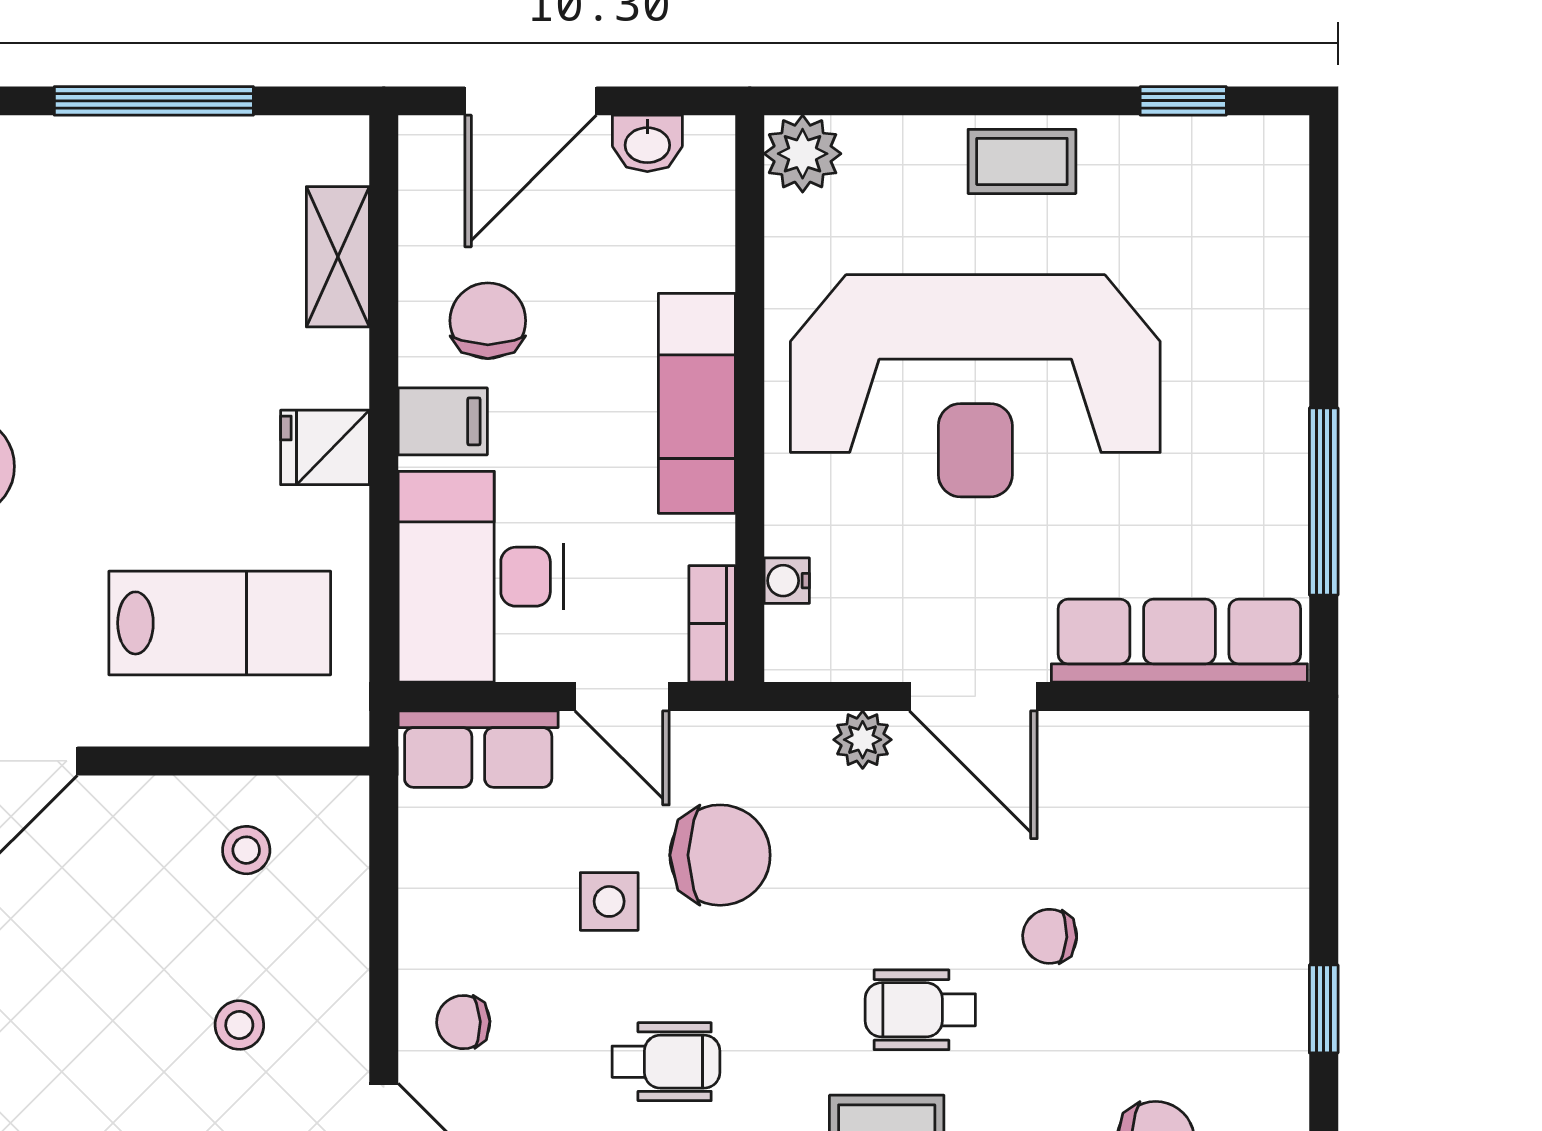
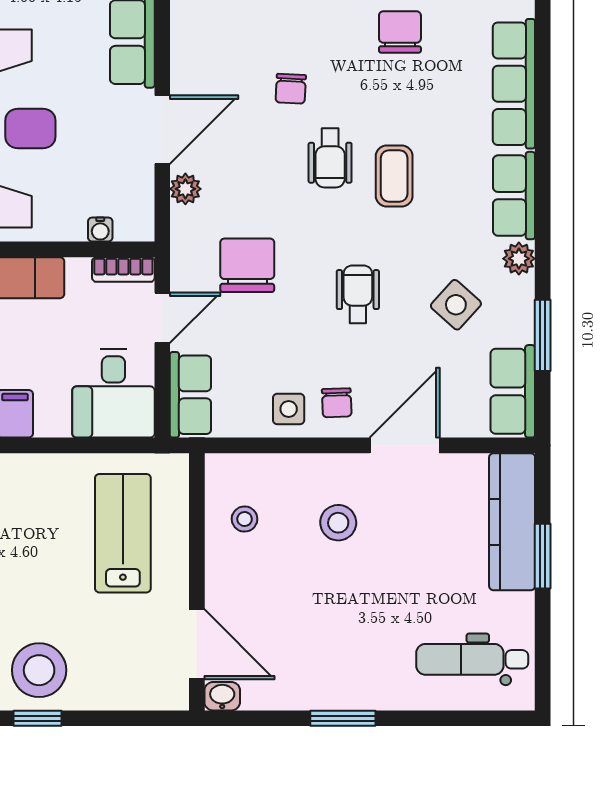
fridge: (325, 447) -> (29, 477), removed
desk: (481, 577) -> (113, 393), width x0.73
side table: (609, 901) -> (289, 409), moved
stool: (239, 1025) -> (338, 523), width x1.37, depth x1.37

